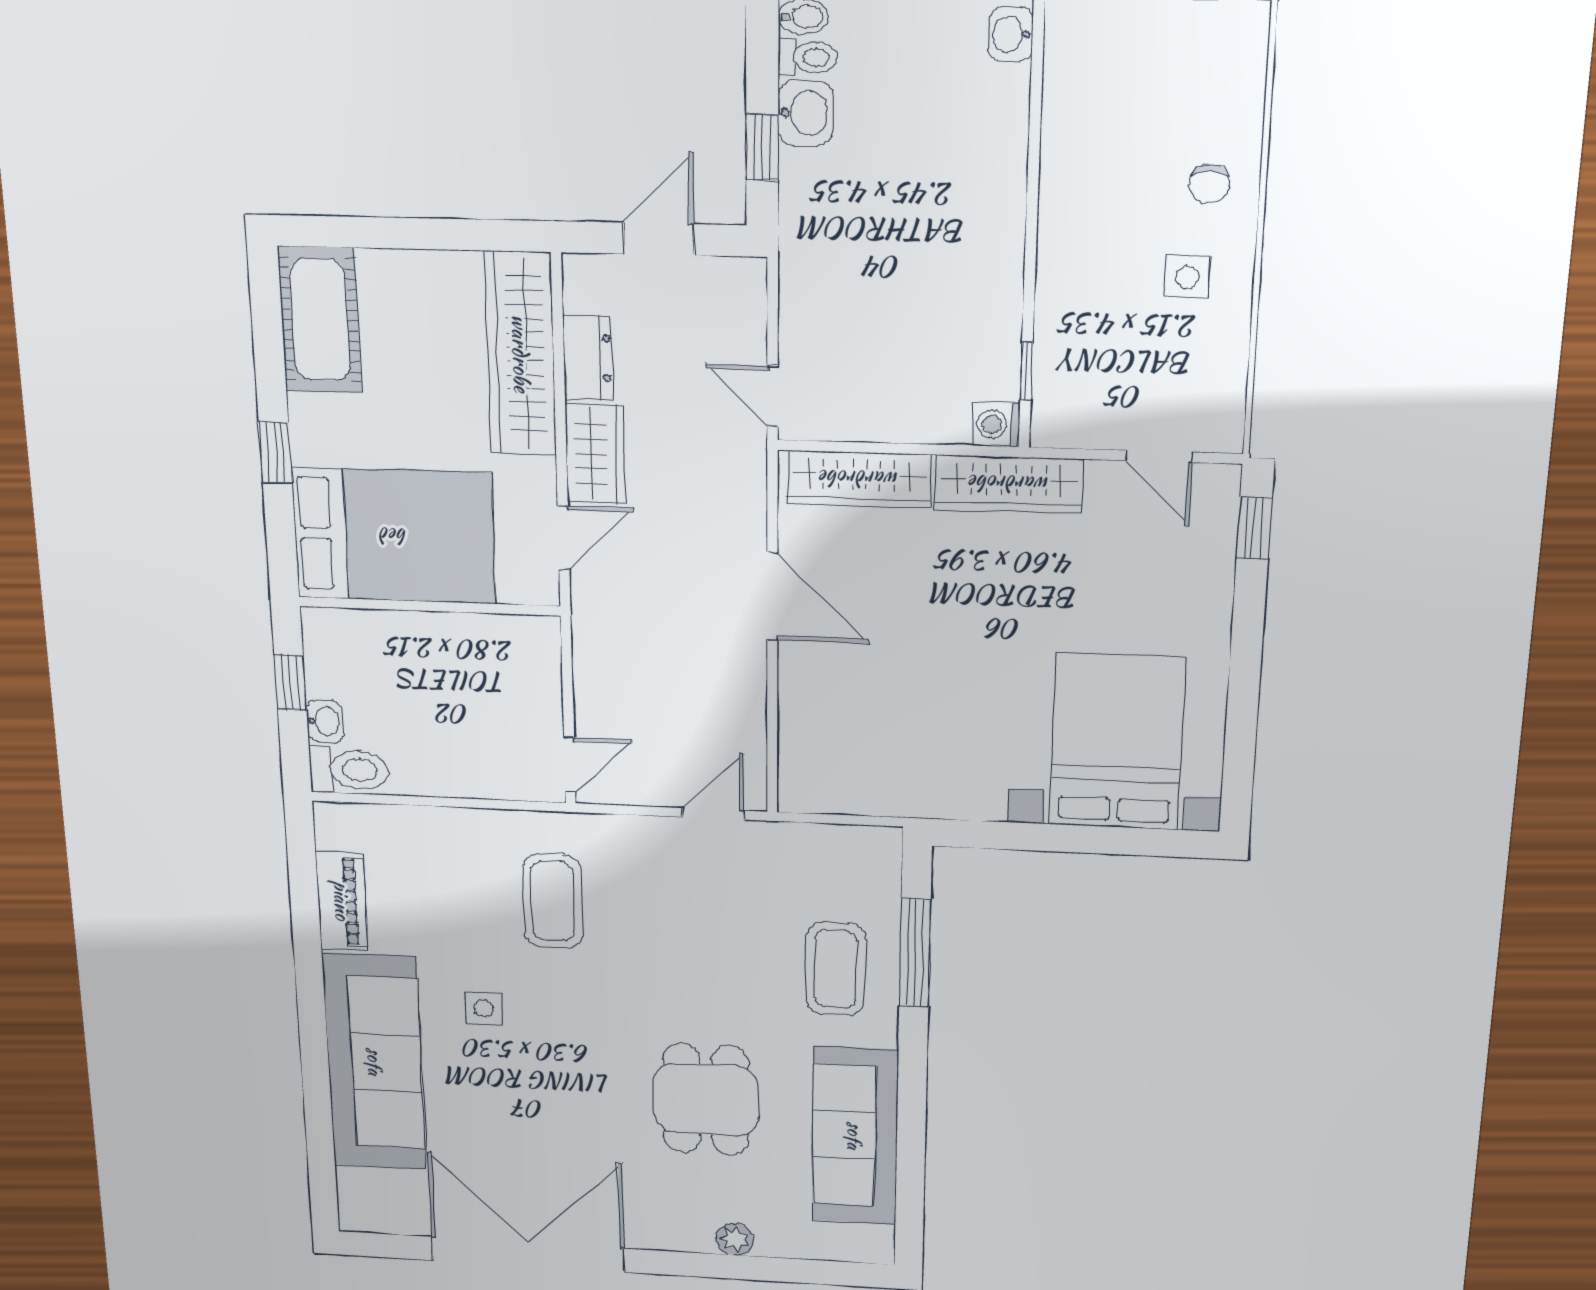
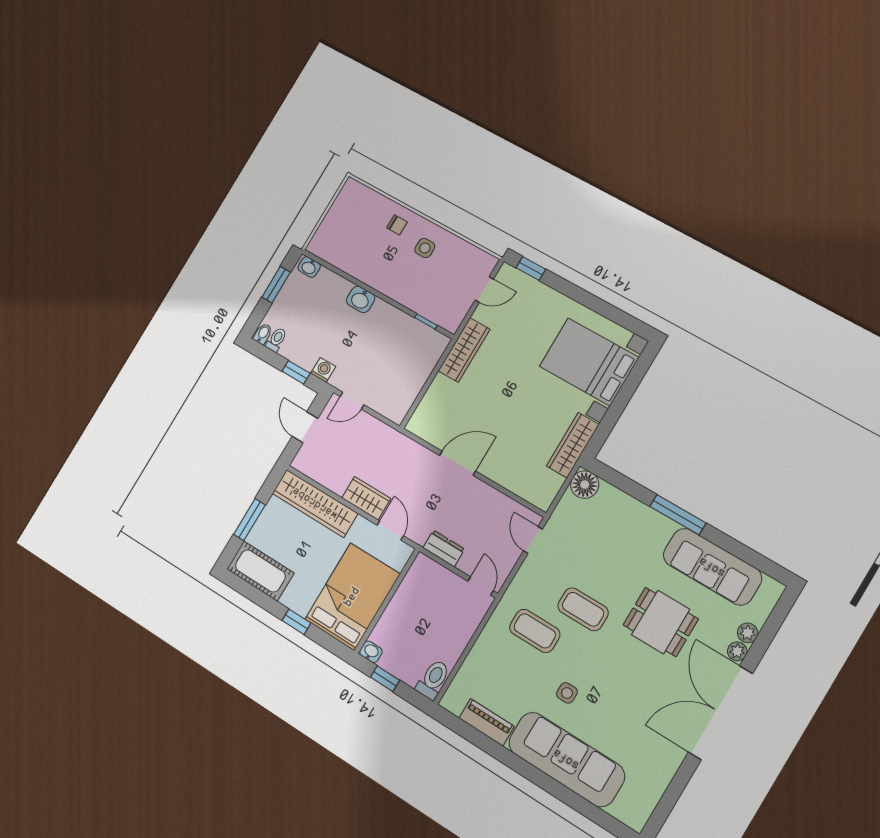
washbasin: (806, 113) -> (361, 299), moved, turned 180
window: (402, 233) -> (249, 520), added
dresser: (588, 358) -> (444, 548), moved
door: (773, 396) -> (352, 401), moved
washing machine: (997, 424) -> (323, 370), moved, turned 180
wardrobe: (859, 479) -> (573, 445), moved, turned 180
washbasin: (325, 721) -> (371, 652), moved
floor lamp: (872, 853) -> (585, 485), added
window: (915, 953) -> (678, 515), moved
coffee table: (835, 969) -> (583, 609), moved
plant: (776, 1241) -> (748, 633), added
double door: (528, 1254) -> (720, 713), moved

